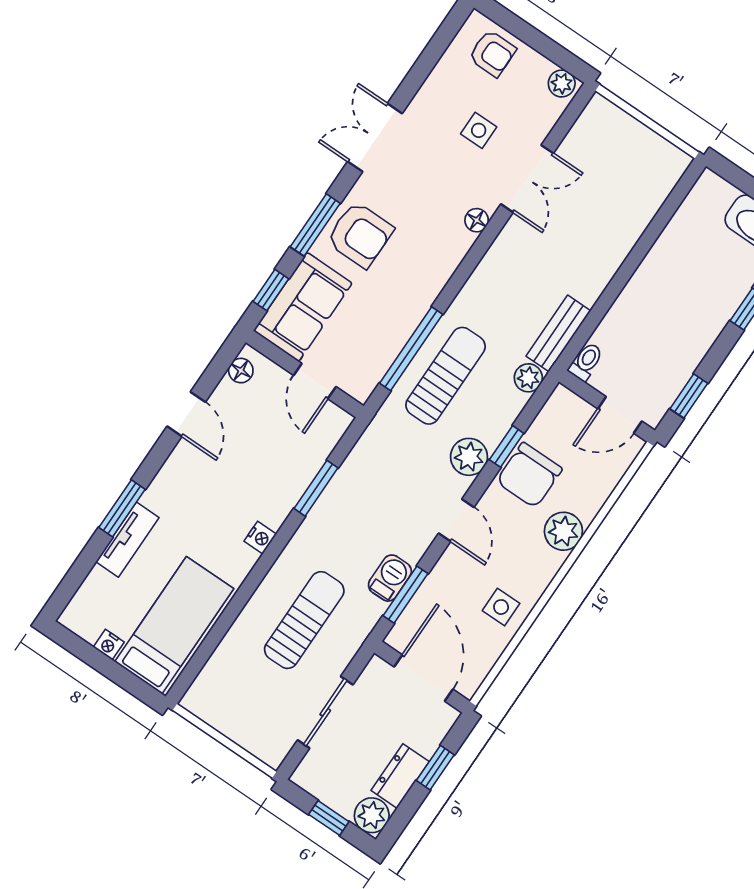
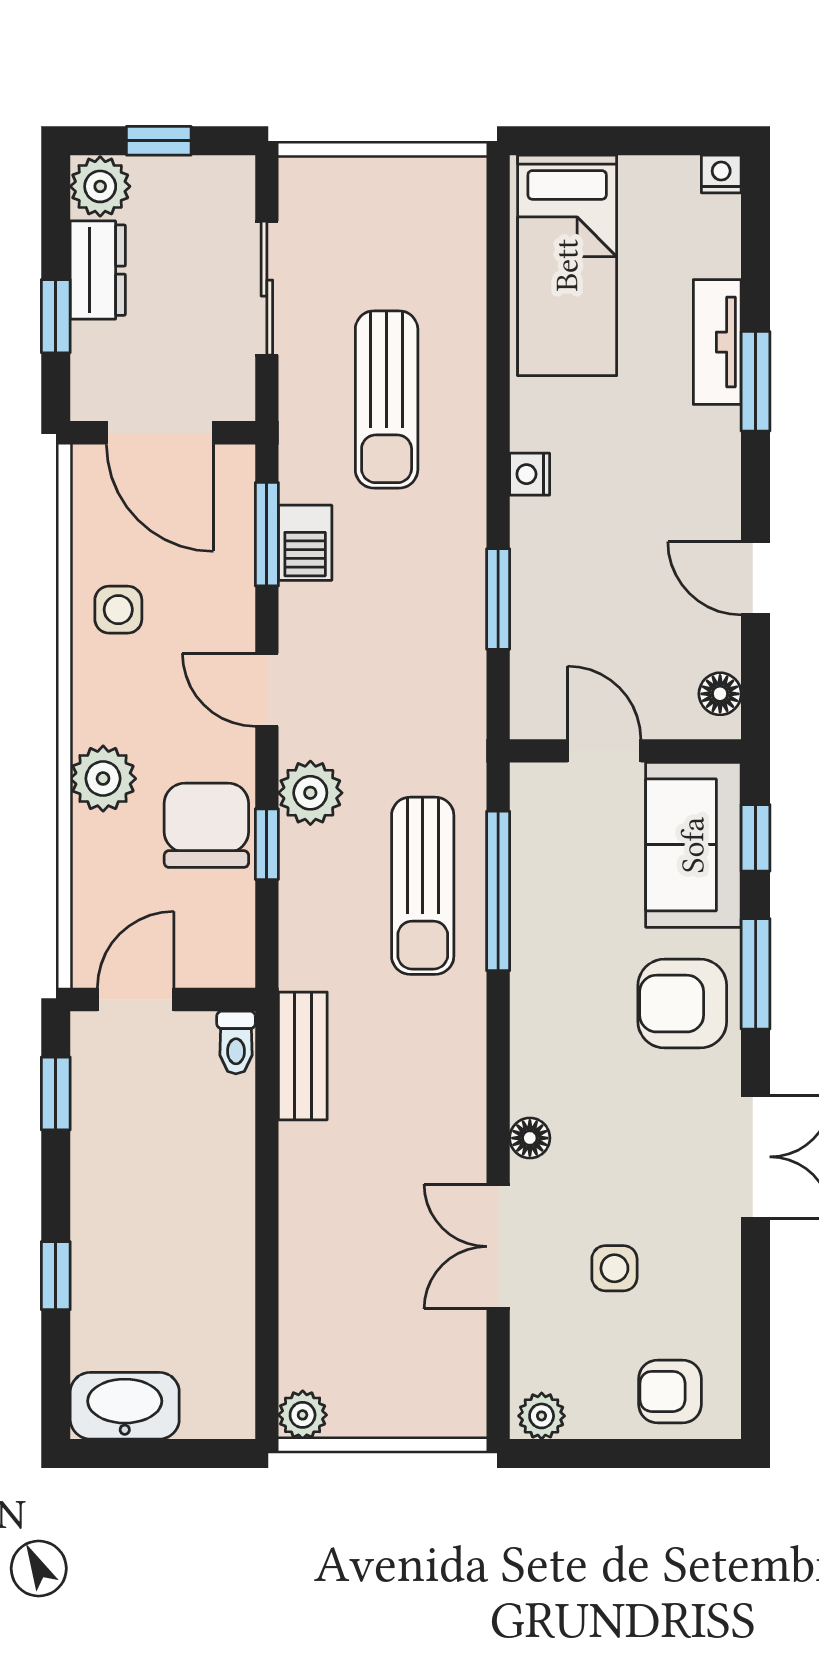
plant: (528, 378) -> (303, 1415), moved
nightstand: (109, 645) -> (721, 174), moved

